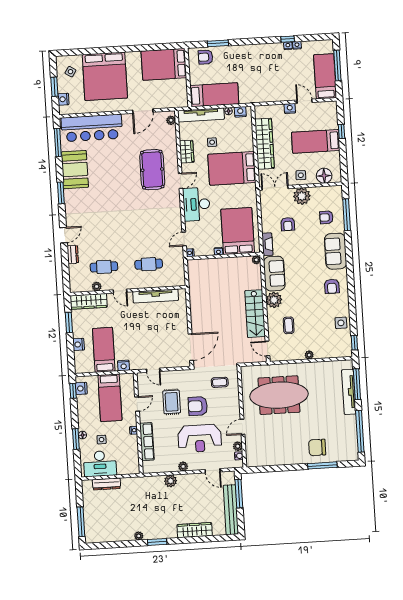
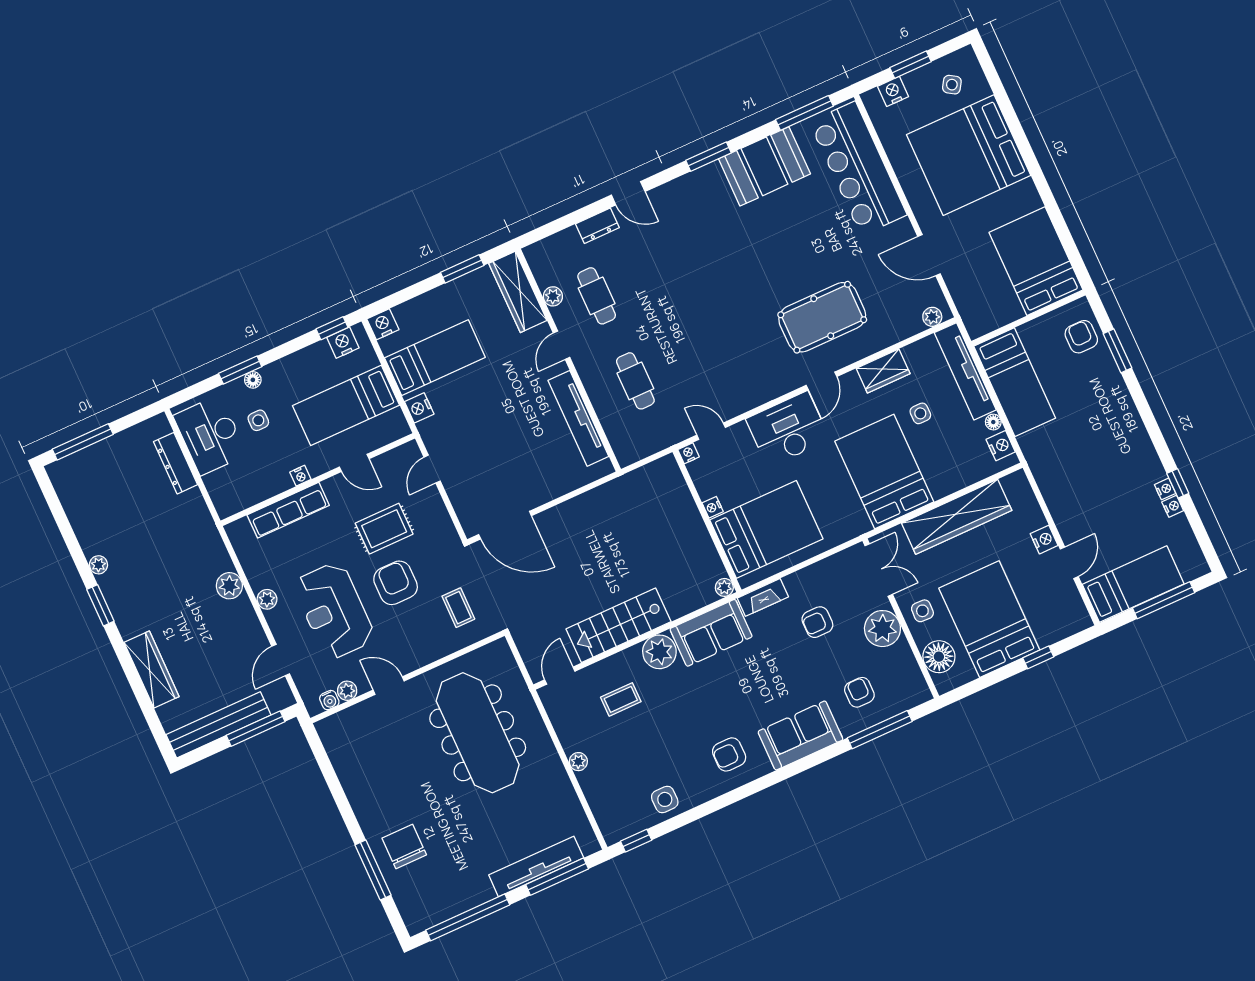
bed: (316, 141) -> (989, 619), width x1.50
door: (181, 181) -> (822, 381), hinge flipped
nightstand: (79, 344) -> (383, 324), moved

